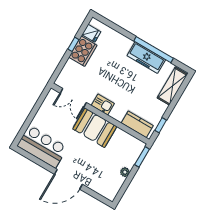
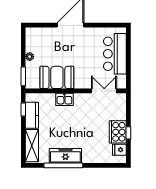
kitchen sink: (103, 104) -> (64, 99), moved
kitchen counter: (137, 124) -> (32, 115), moved, turned -90
booth: (95, 128) -> (57, 77), moved
bar counter: (42, 147) -> (115, 54), moved, turned 90

